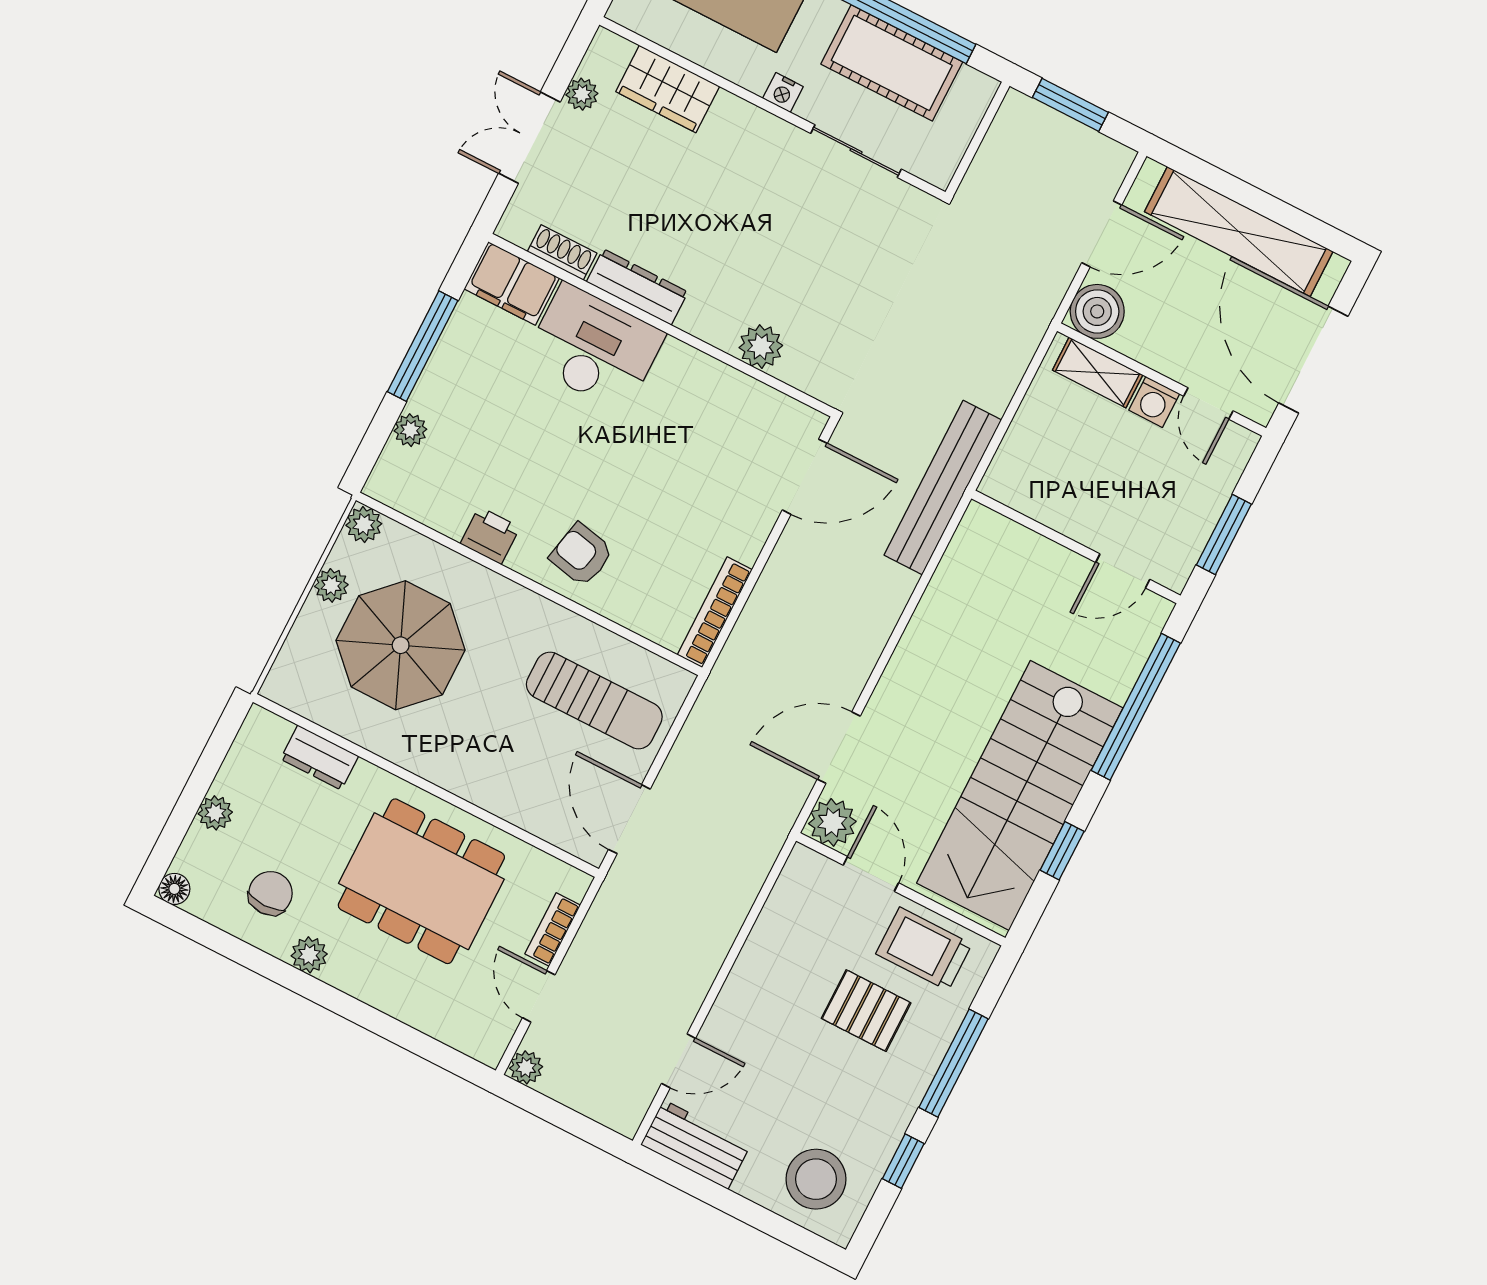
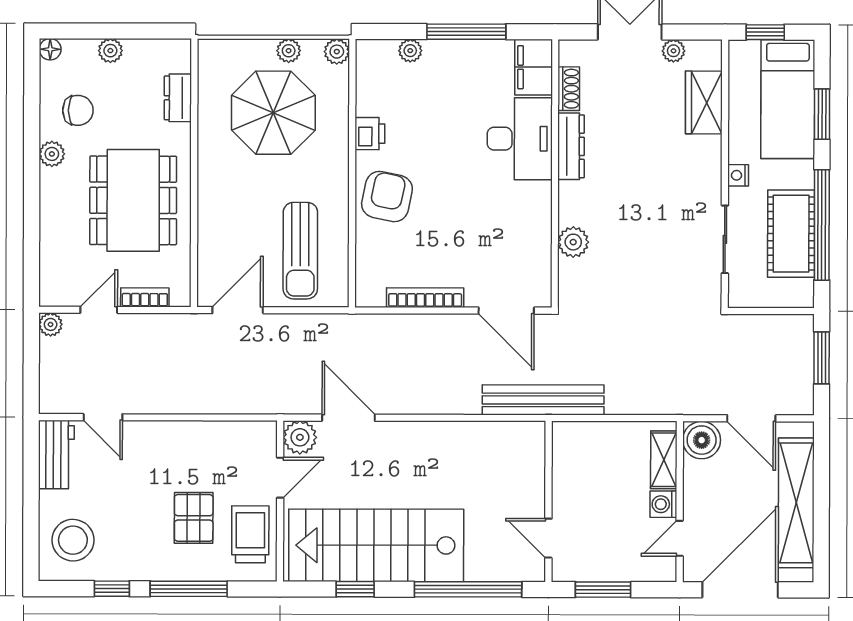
armchair: (582, 555) -> (387, 197), width x1.38, depth x1.38
bookcase: (715, 612) -> (425, 298), moved

